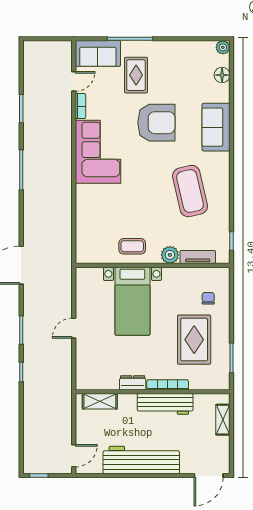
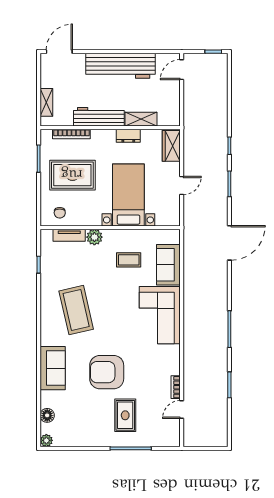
sofa: (98, 53) -> (168, 265), moved, turned -90
corner sofa: (98, 152) -> (160, 315), moved
plant: (170, 255) -> (94, 237), moved
tv unit: (198, 257) -> (69, 235), moved
wall: (153, 265) -> (110, 228), moved
bed with nightstands: (132, 301) -> (128, 195), moved
rug: (194, 340) -> (72, 175), turned 90
wardrobe: (85, 372) -> (171, 146), added
bookcase: (168, 385) -> (71, 134), moved
shelving: (100, 401) -> (141, 119), moved

